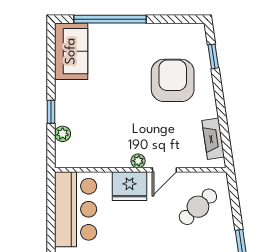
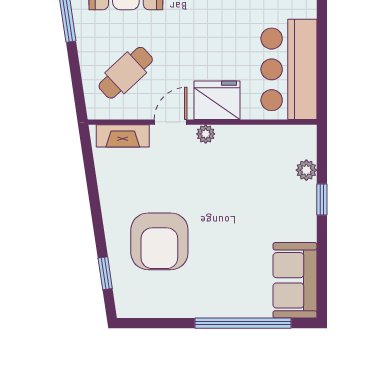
fireplace: (213, 139) -> (123, 136), moved, turned 98

